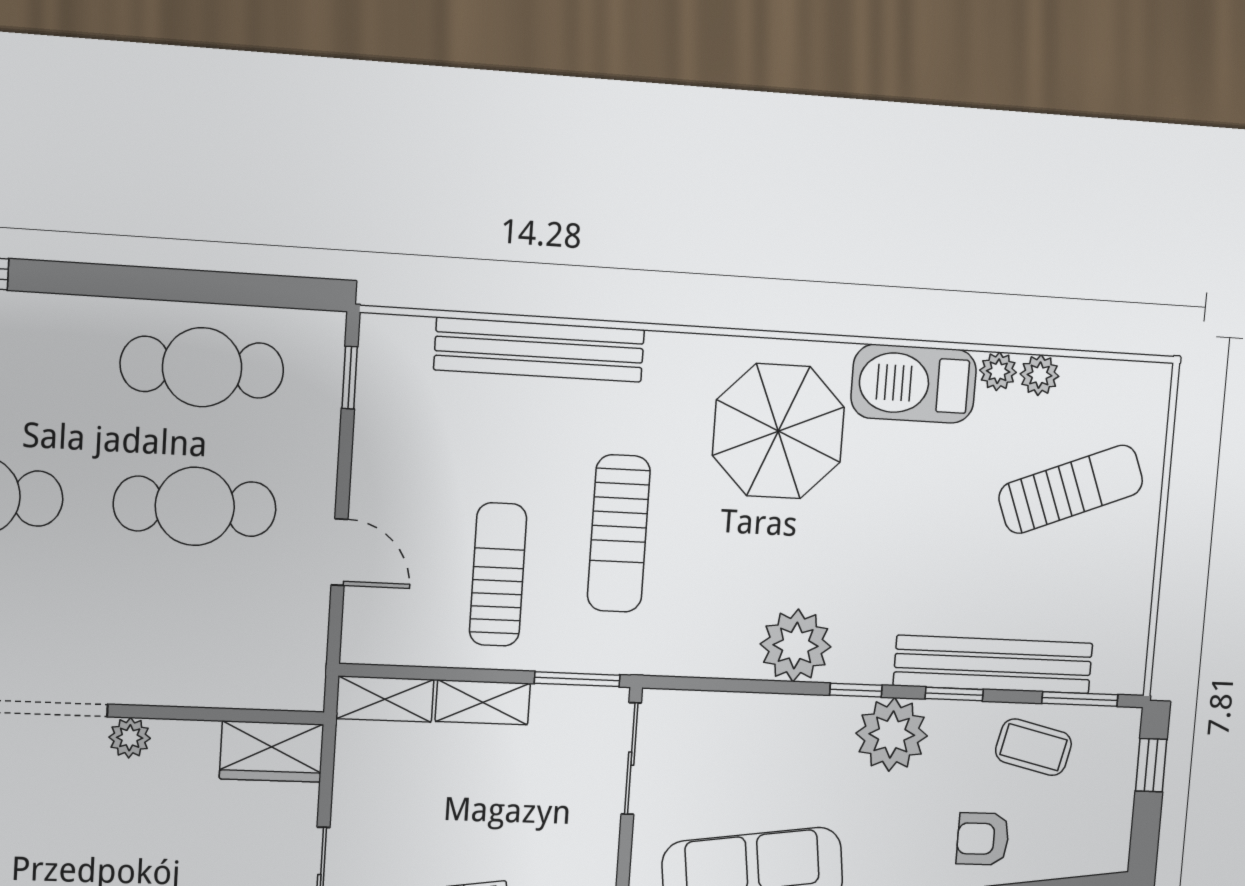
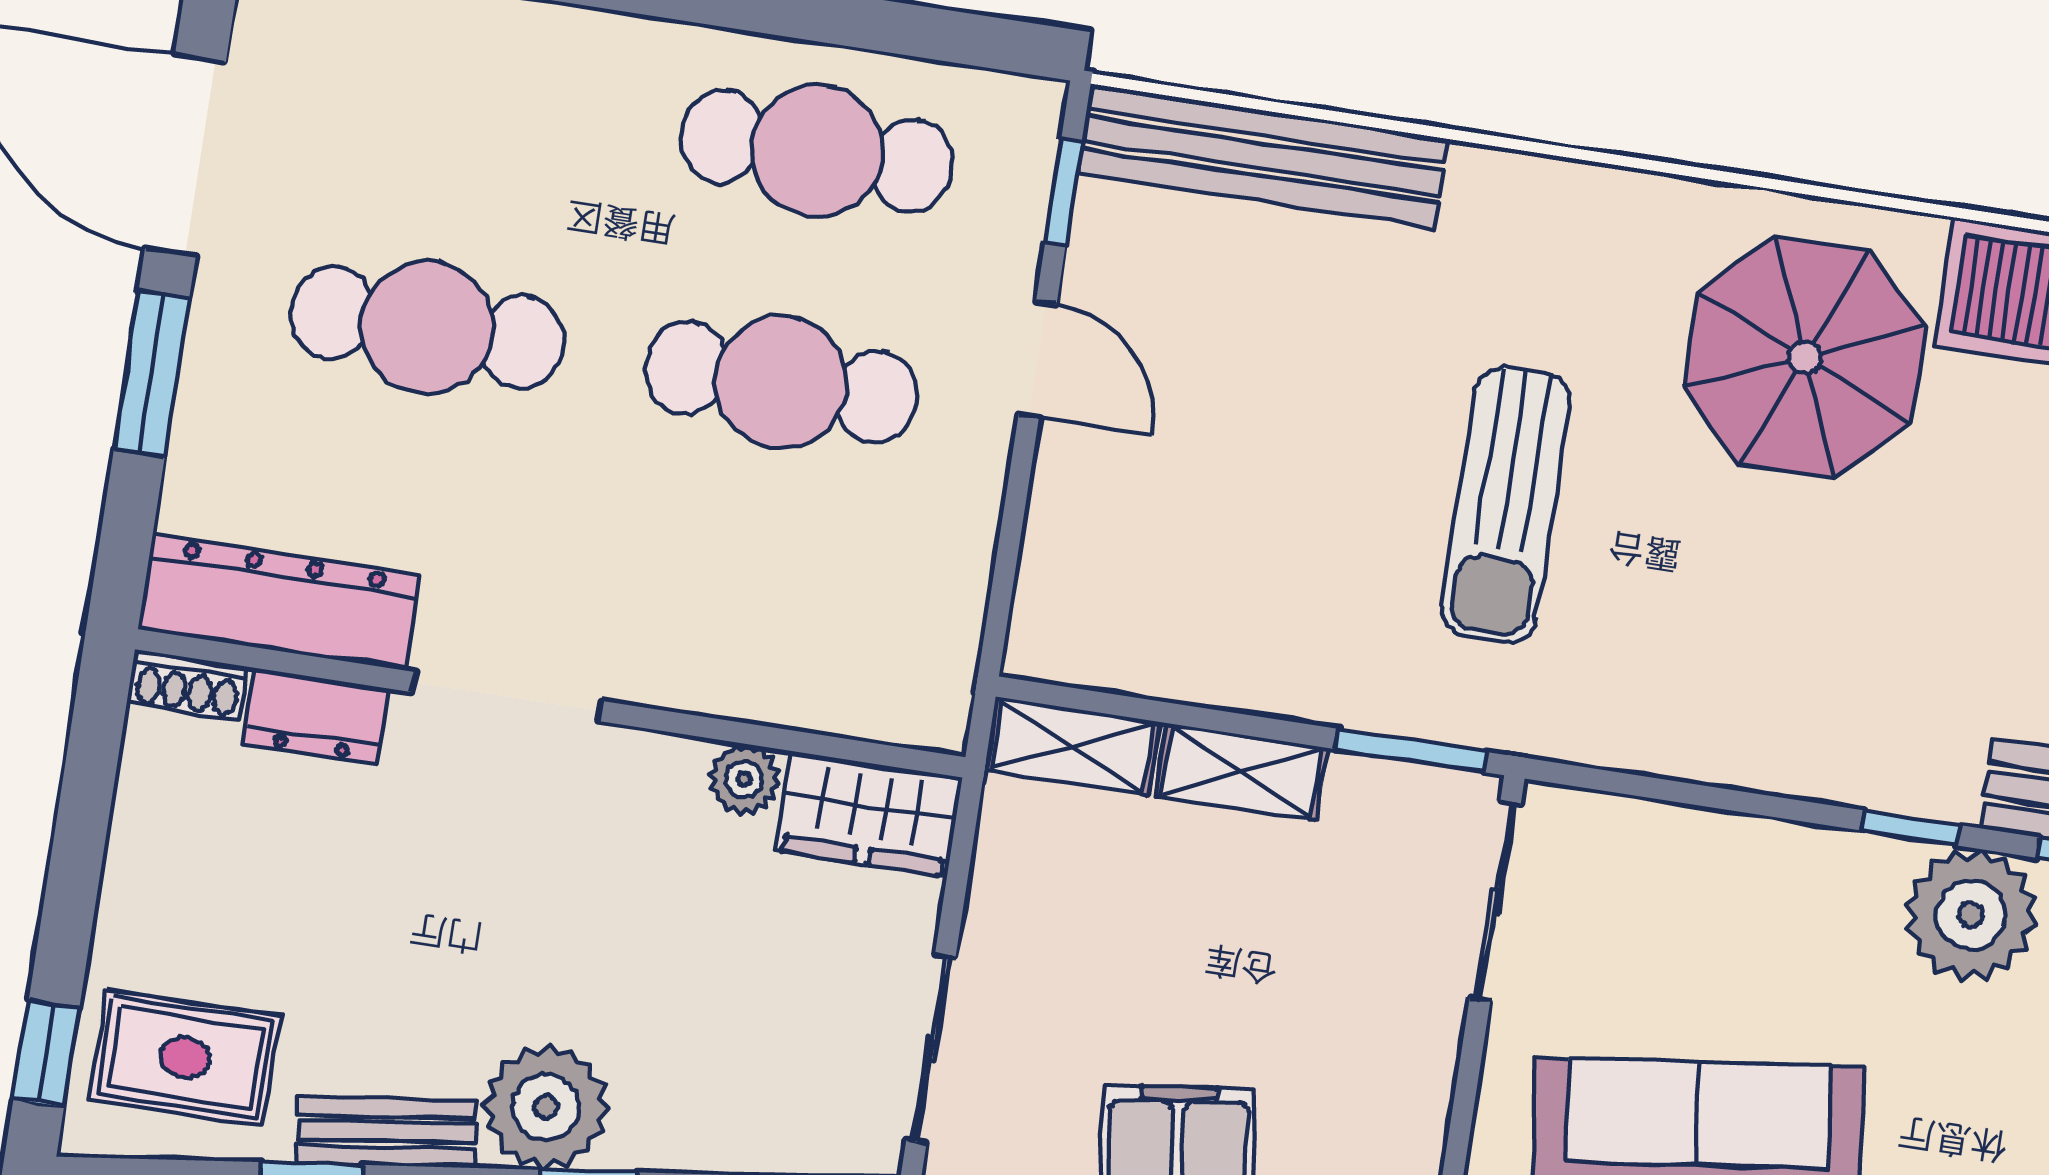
bench: (539, 350) -> (1263, 156), moved
door: (339, 552) -> (1038, 359), moved
sun lounger: (498, 575) -> (1288, 553), removed
plant: (796, 645) -> (1807, 736), removed
plant: (130, 738) -> (744, 779), moved

